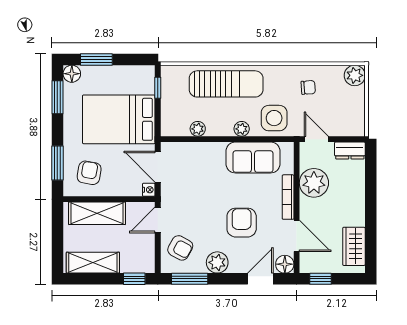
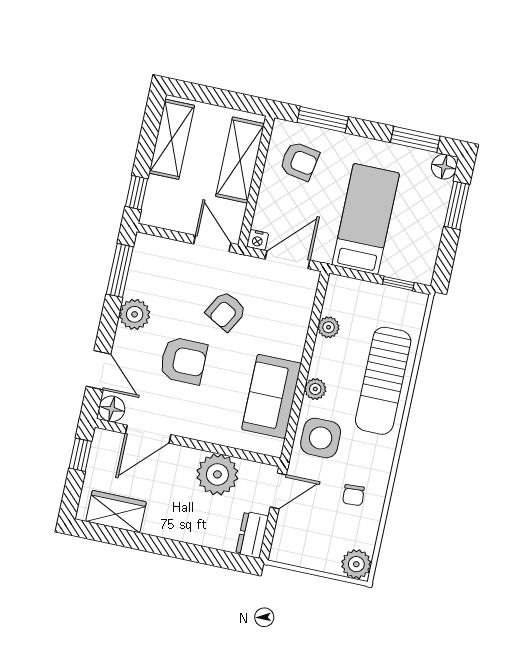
bed: (119, 119) -> (366, 219), width x0.67
bookcase: (288, 197) -> (205, 434), removed
armchair: (180, 248) -> (226, 311), moved

